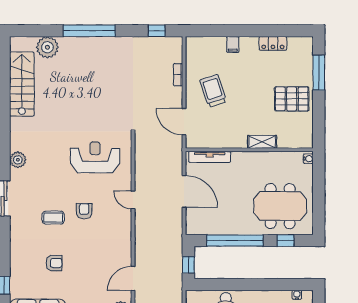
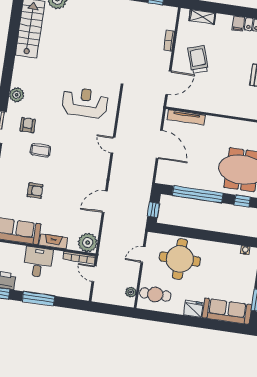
filing cabinet: (233, 45) -> (238, 24), moved
door: (184, 122) -> (168, 83), swing flipped
shelving: (262, 142) -> (202, 17), moved
armchair: (84, 211) -> (28, 125), moved
door: (133, 278) -> (105, 202), moved

